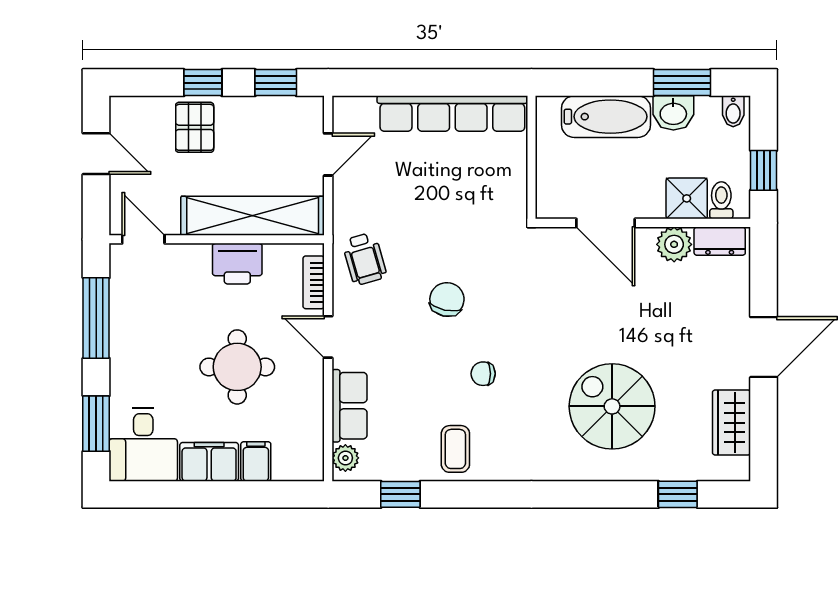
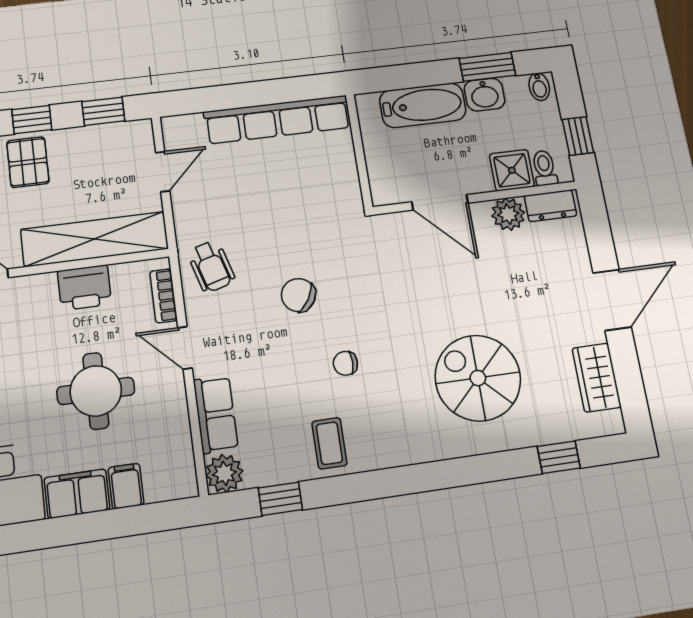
chair: (447, 299) -> (298, 295), turned -70
plant: (345, 458) -> (224, 473), width x1.38, depth x1.38

